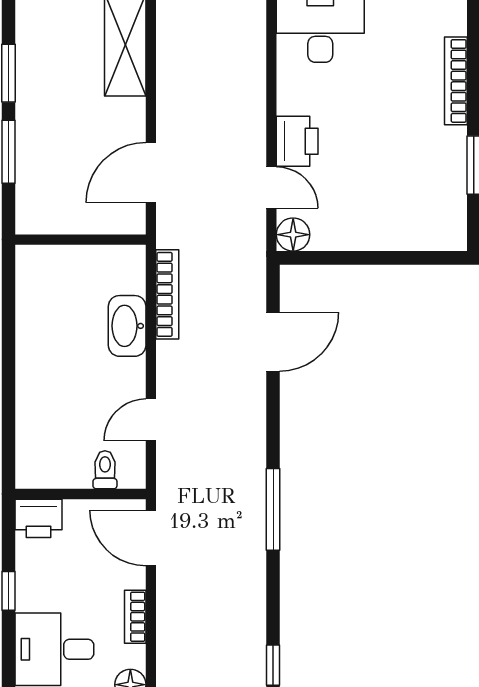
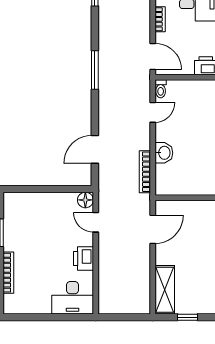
printer: (297, 141) -> (83, 259), moved
washbasin: (127, 326) -> (164, 153), width x0.72
toilet: (105, 470) -> (161, 89), moved

